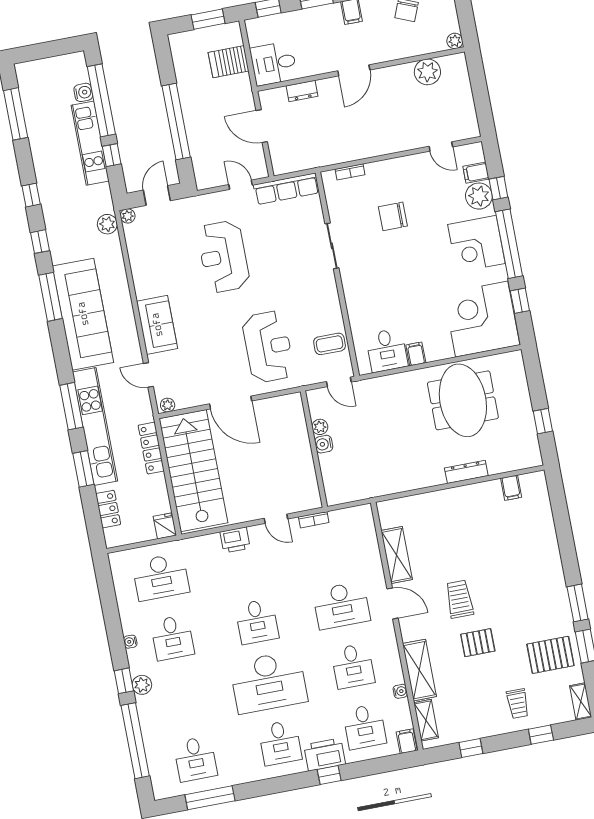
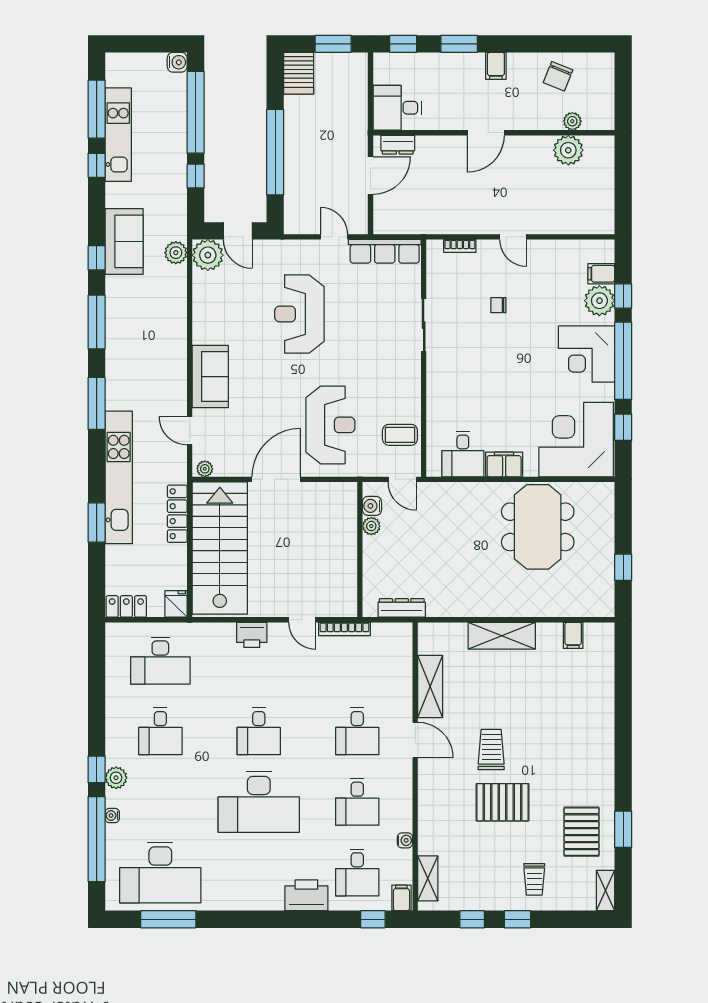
plant: (455, 41) -> (572, 121), moved
server rack: (229, 62) -> (299, 73), moved, turned -90
dresser: (302, 91) -> (398, 145), moved
water cooler: (83, 92) -> (177, 62), moved
door: (262, 126) -> (370, 176), swing flipped
kitchen unit: (90, 143) -> (118, 135), moved, turned 180
door: (441, 147) -> (513, 237), moved
window: (31, 195) -> (97, 165), moved
door: (157, 195) -> (238, 231), swing flipped
plant: (128, 216) -> (208, 255), width x1.88, depth x1.88
chair: (393, 216) -> (498, 305), width x0.54, depth x0.54
sofa: (83, 314) -> (124, 241), moved, width x0.54, depth x0.79
filing cabinet: (416, 354) -> (504, 465), width x2.00
door: (231, 402) -> (276, 479), swing flipped
window: (71, 406) -> (97, 403), moved
water cooler: (324, 444) -> (372, 506), moved
dresser: (466, 472) -> (402, 608), moved
locker: (108, 509) -> (126, 606), moved, turned -90
bookcase: (314, 520) -> (344, 629), width x1.56
window: (578, 603) -> (623, 779), removed
desk: (341, 605) -> (357, 731), width x0.73
water cooler: (130, 642) -> (112, 815), moved
pallet: (478, 643) -> (503, 802), width x1.50, depth x1.42
pallet: (550, 655) -> (582, 832), turned 90
shelving: (419, 670) -> (502, 636), moved, turned 90
window: (541, 735) -> (518, 919), moved
desk: (280, 743) -> (259, 872), removed
desk: (195, 759) -> (160, 872), width x1.87, depth x1.30
window: (329, 775) -> (373, 919), moved

